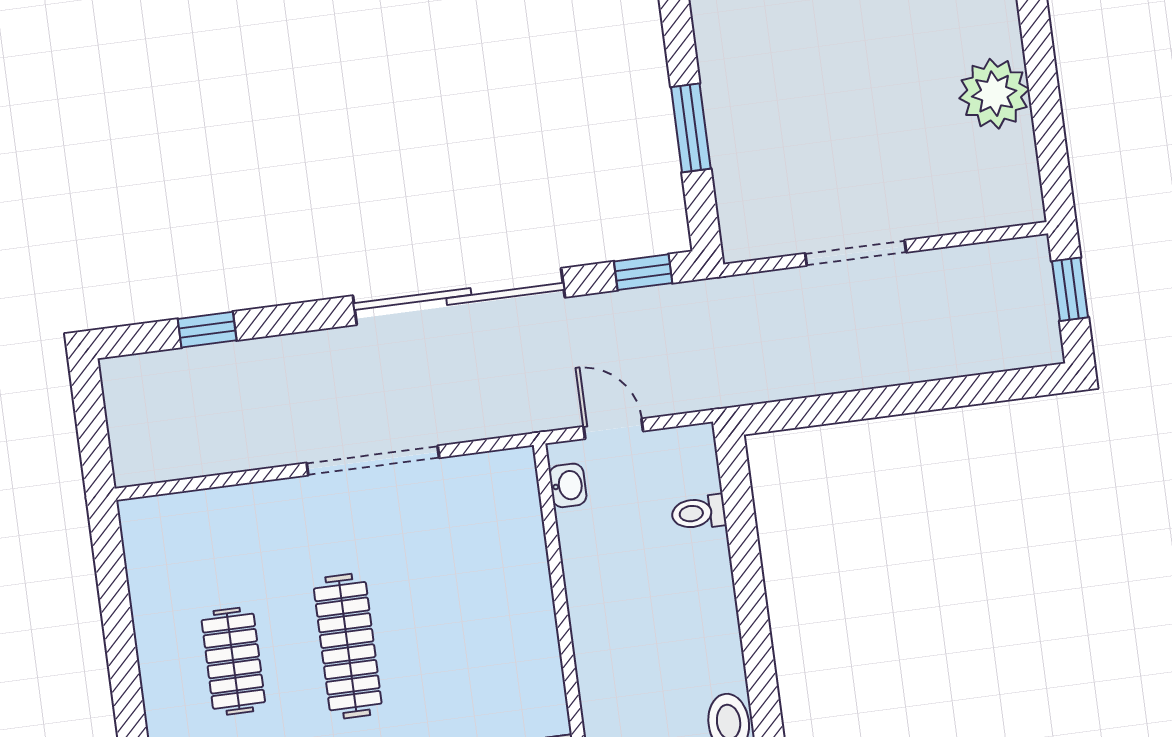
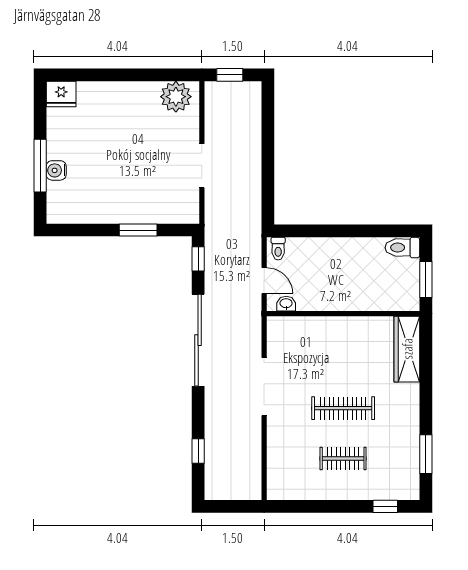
plant: (994, 94) -> (176, 97), moved
door: (613, 429) -> (264, 281), swing flipped
toilet: (699, 513) -> (278, 249), moved

